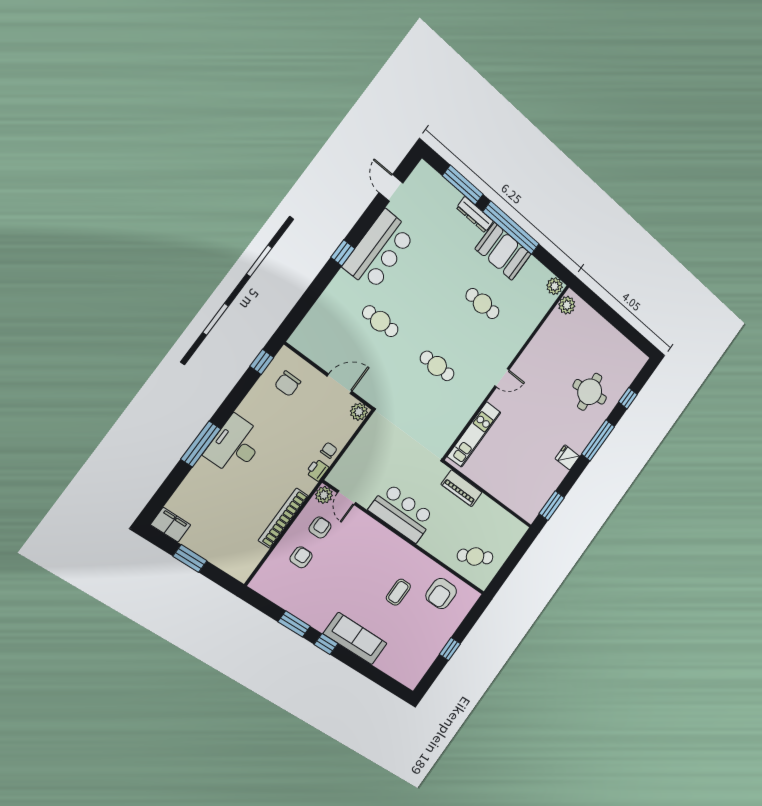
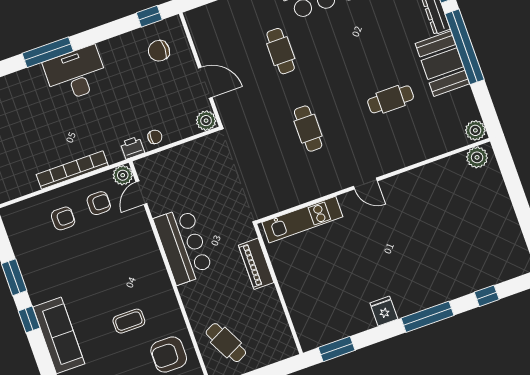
cafe table: (482, 304) -> (391, 99), turned 90
round table: (590, 392) -> (449, 260), removed

